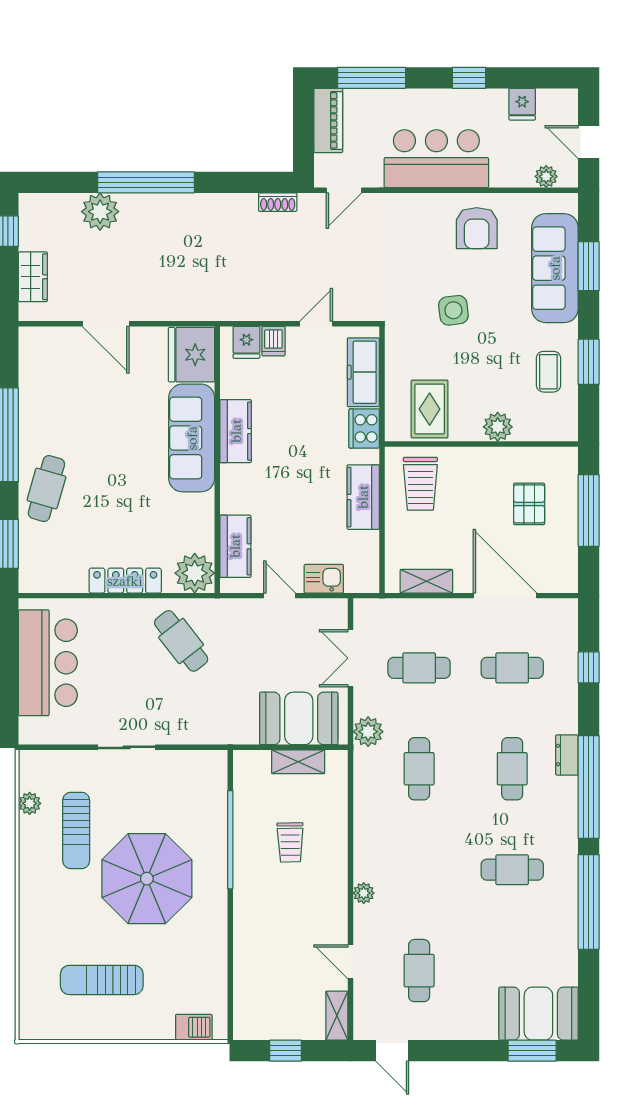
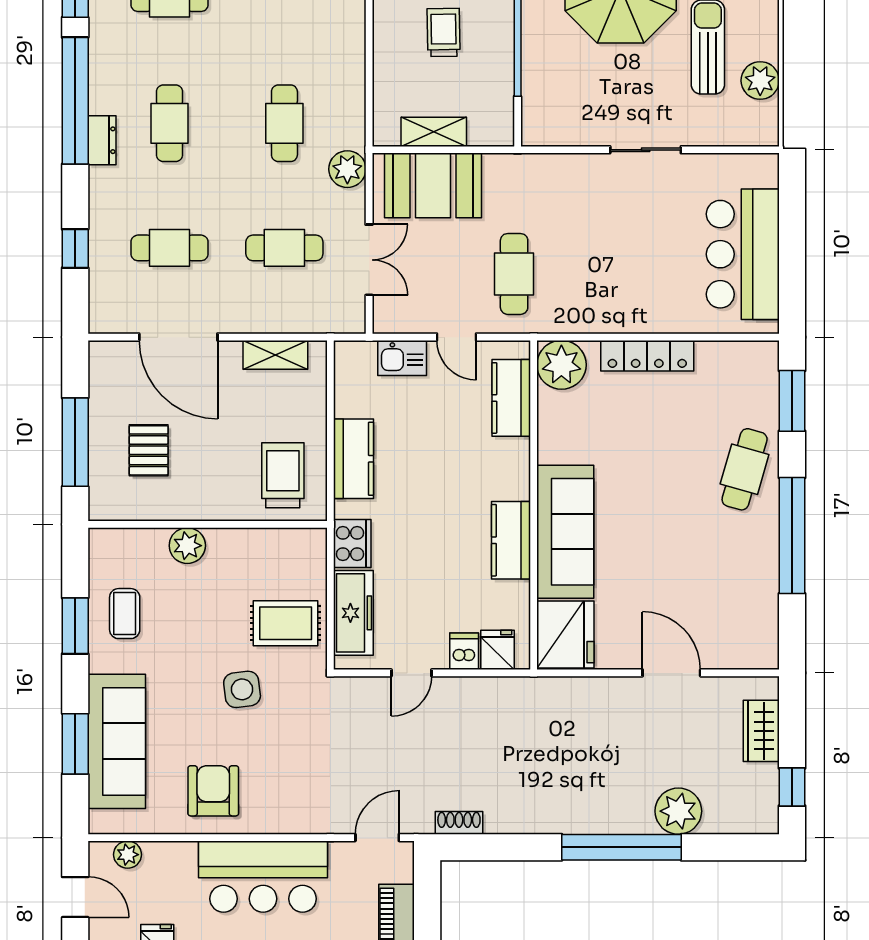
rug: (430, 409) -> (286, 623), moved, turned 90
cafe table: (181, 641) -> (514, 274), moved, turned 38
plant: (30, 803) -> (760, 81), width x1.38, depth x1.38

